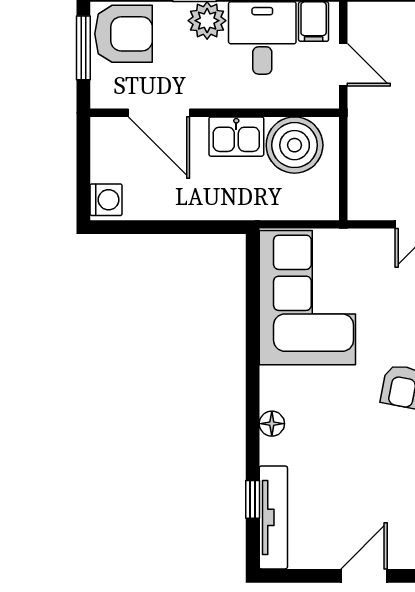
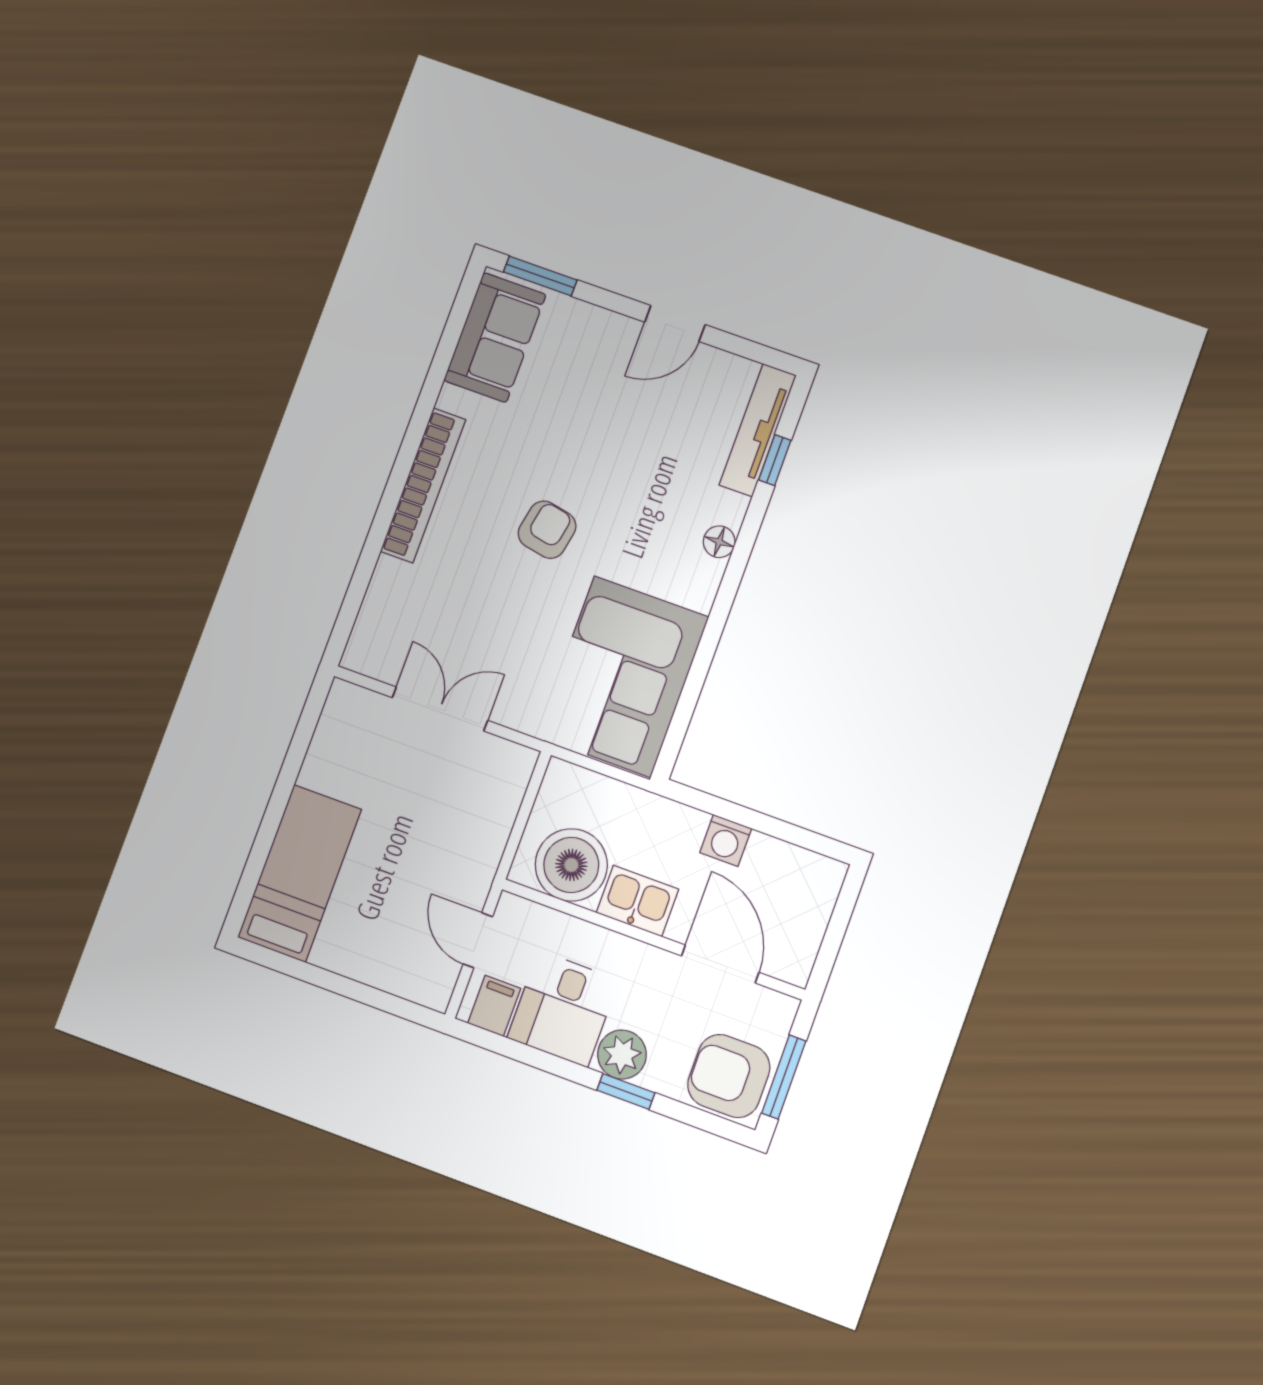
washing machine: (106, 200) -> (726, 841), moved, turned -90

